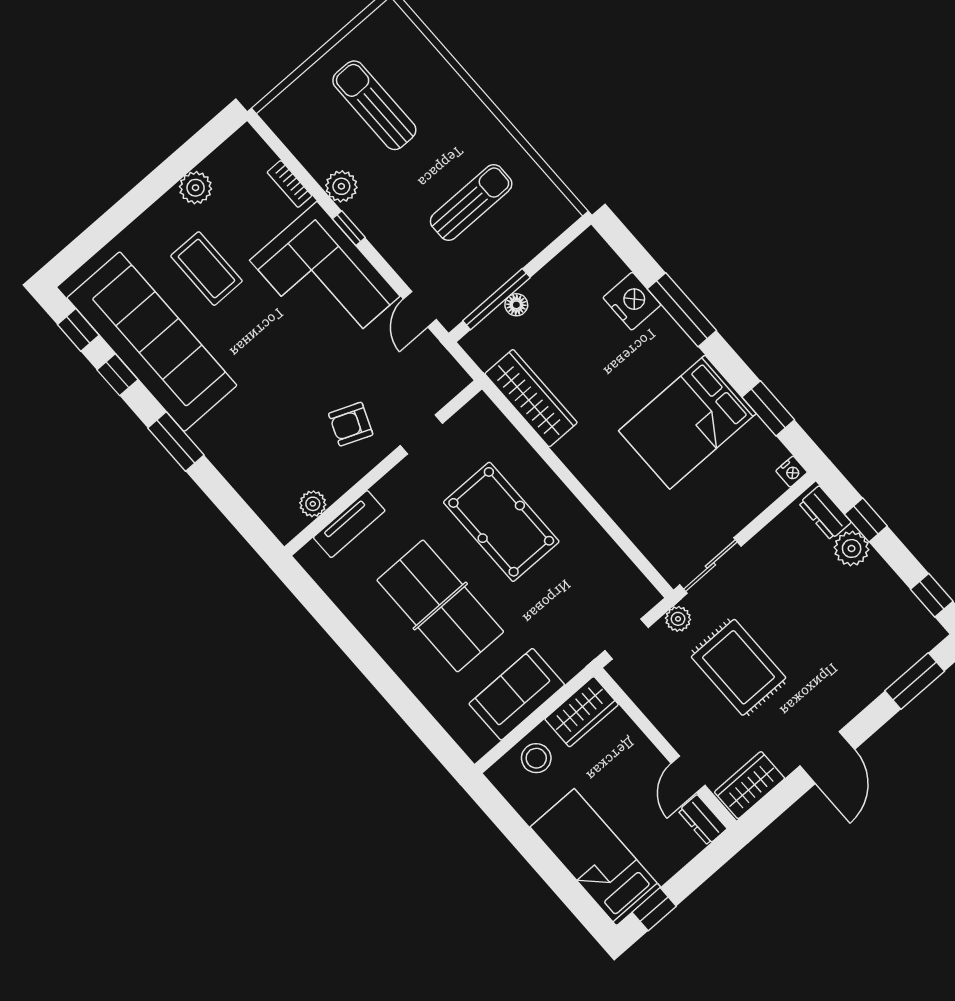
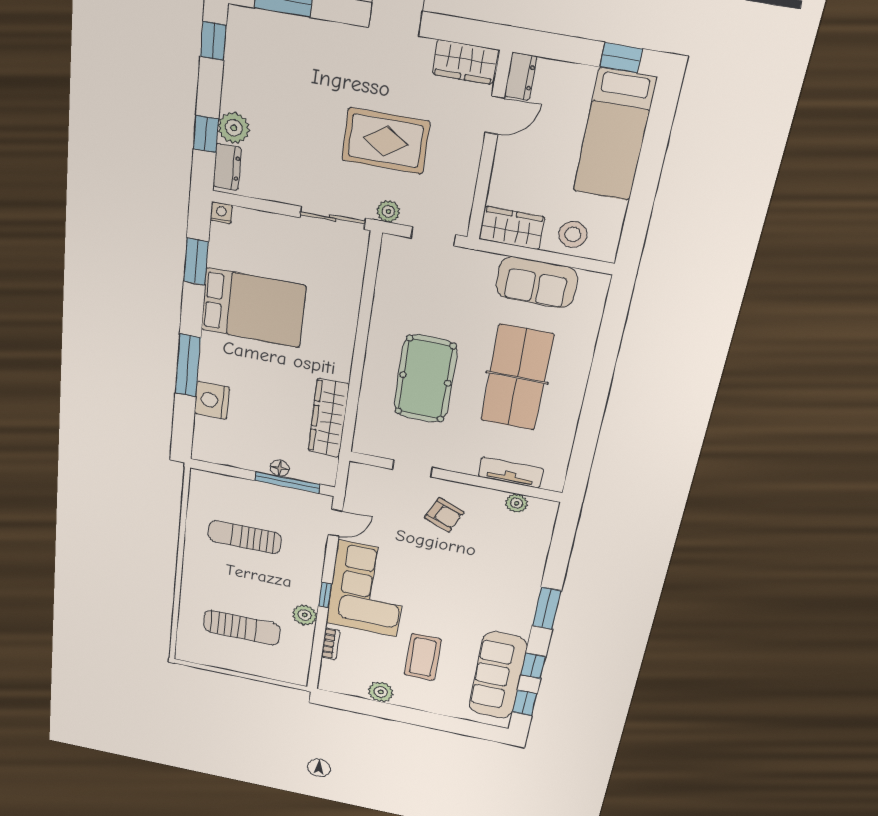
sun lounger: (374, 105) -> (242, 628), turned -90
sofa: (152, 342) -> (498, 675), width x0.74, depth x0.79
rug: (739, 667) -> (386, 141), turned 90

